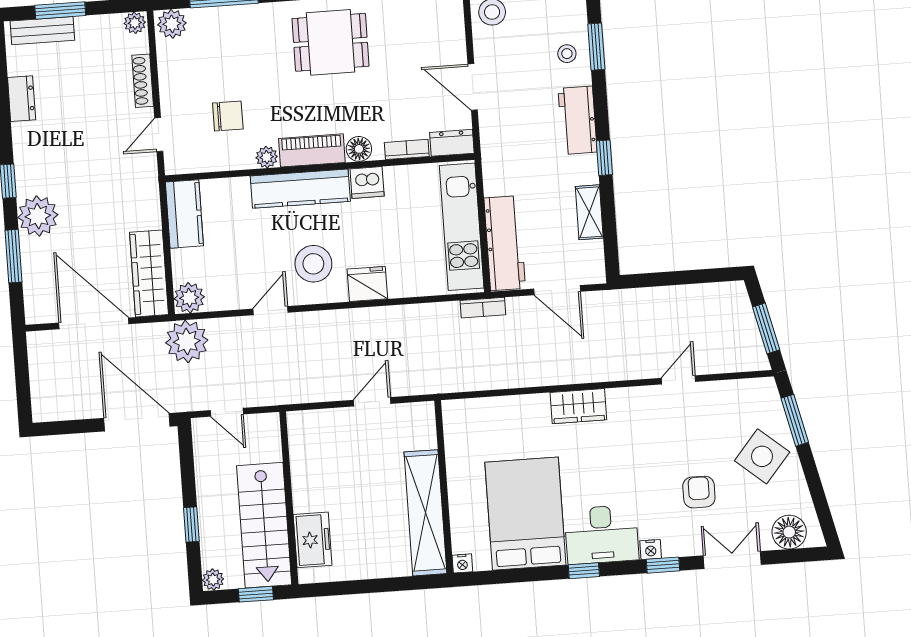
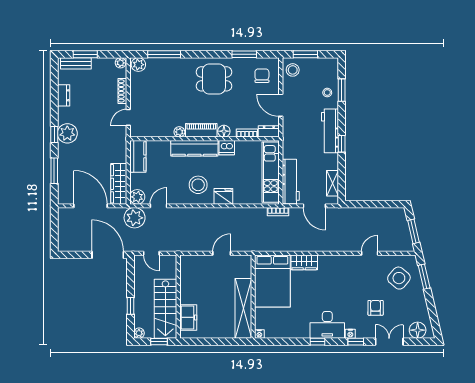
chair: (228, 116) -> (262, 76), moved, turned -90
workbench: (578, 120) -> (330, 131), width x1.38
shelving: (589, 212) -> (333, 183), moved
plant: (38, 216) -> (67, 133), moved
door: (270, 311) -> (158, 206), moved
wardrobe: (578, 406) -> (304, 262), moved
side table: (762, 456) -> (399, 278), moved
bed: (525, 514) -> (272, 281), moved, turned 180

